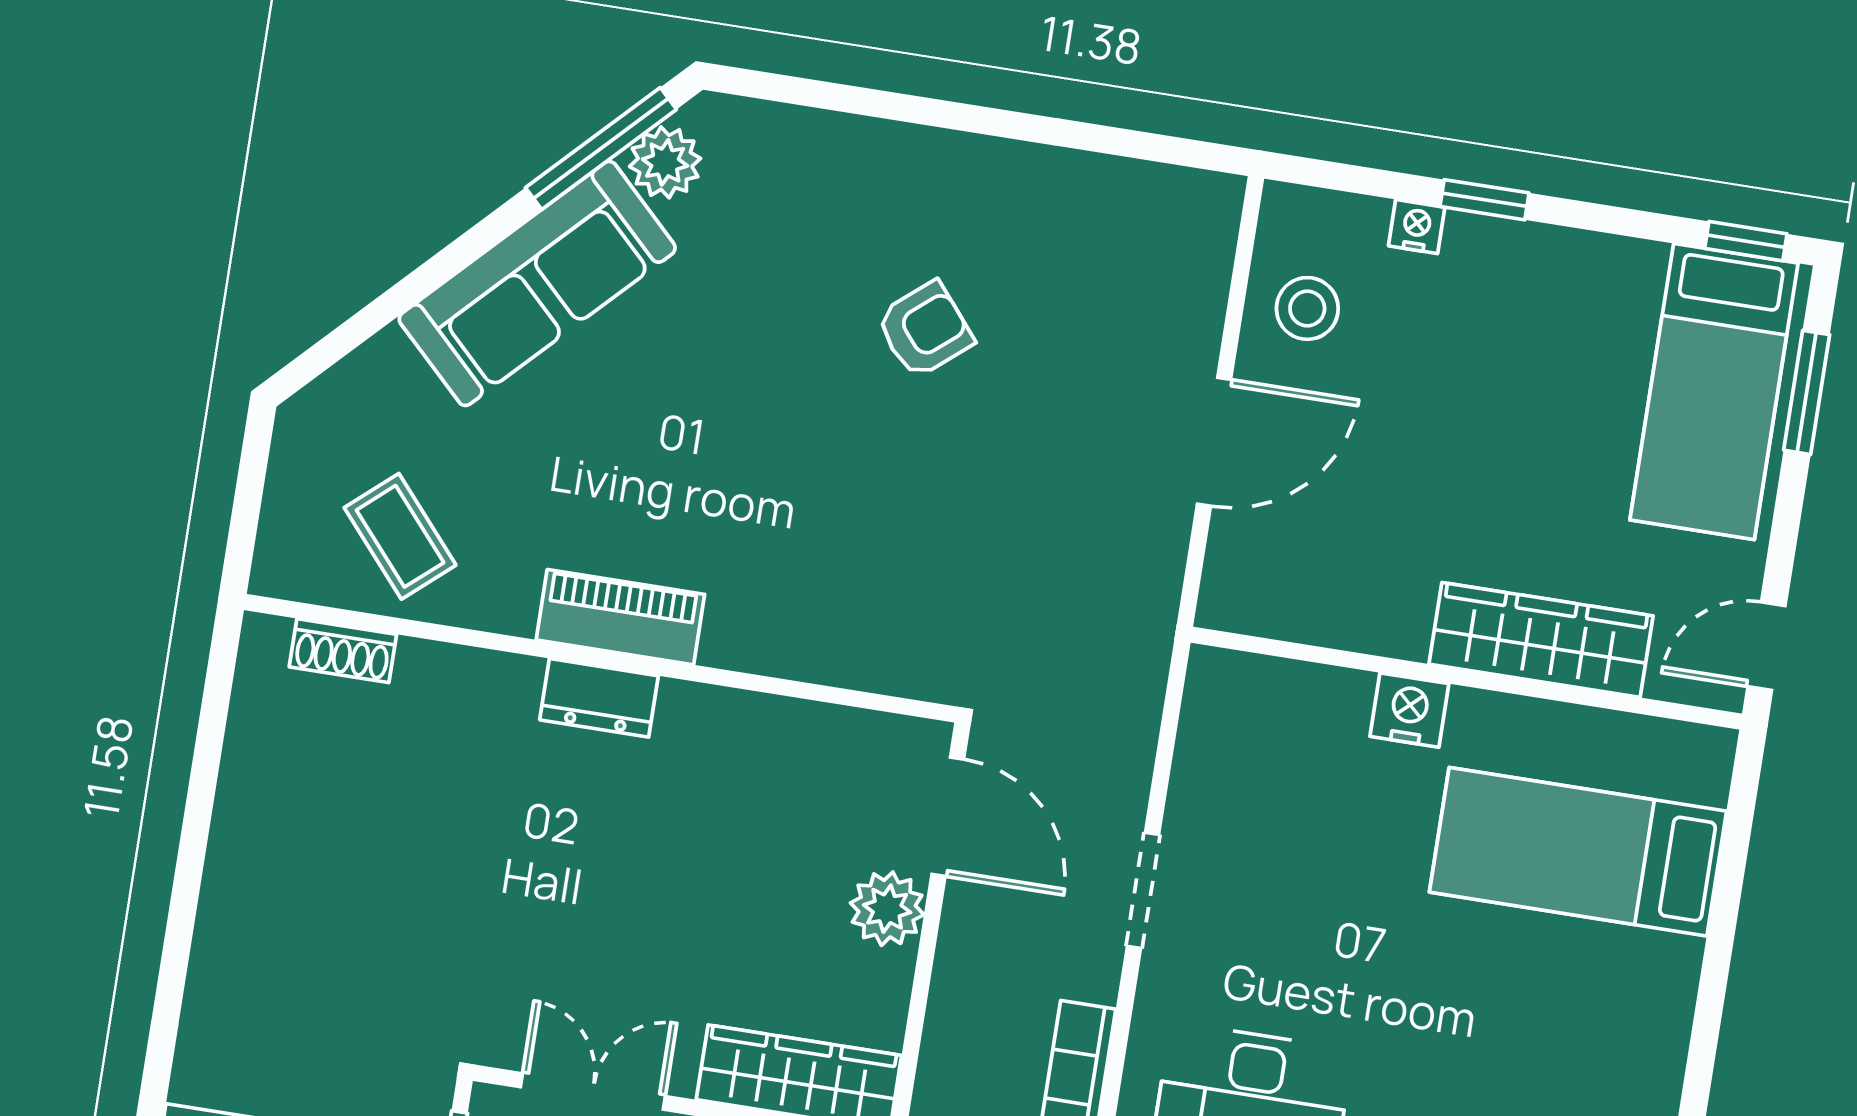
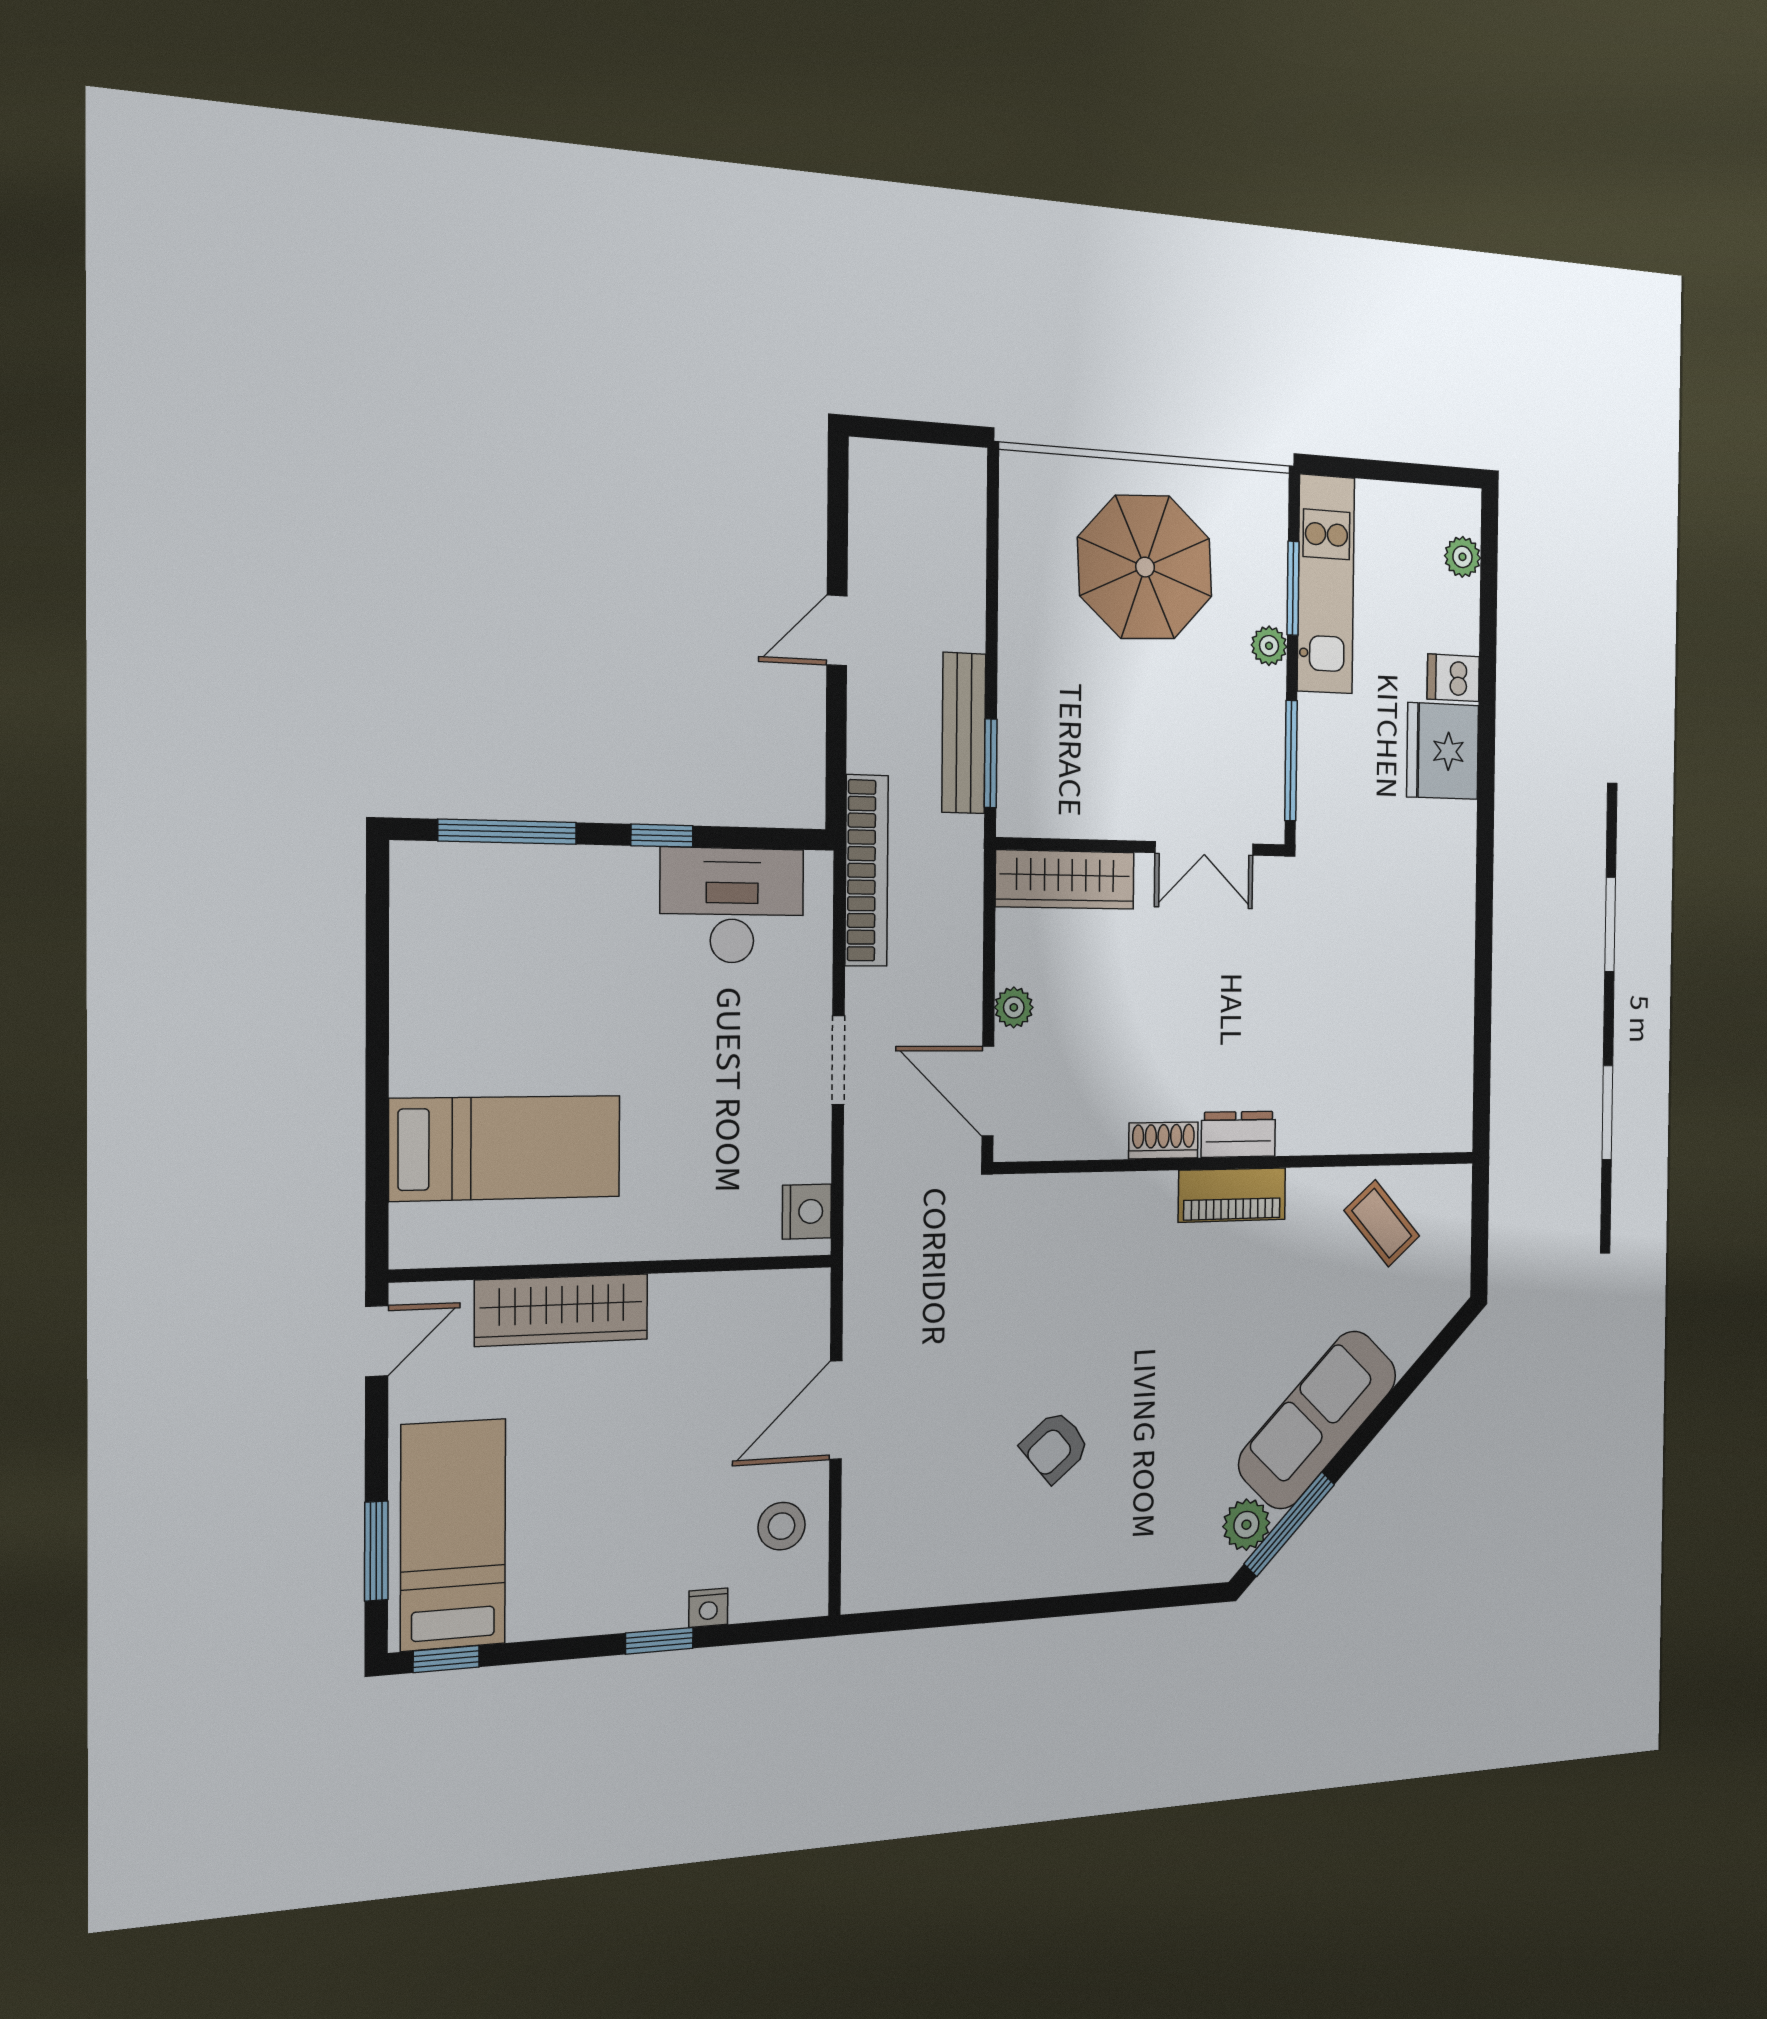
shoe rack: (343, 651) -> (1163, 1140), moved
nightstand: (1409, 710) -> (807, 1212), moved, turned -90
plant: (887, 909) -> (1014, 1007), width x0.73, depth x0.73

